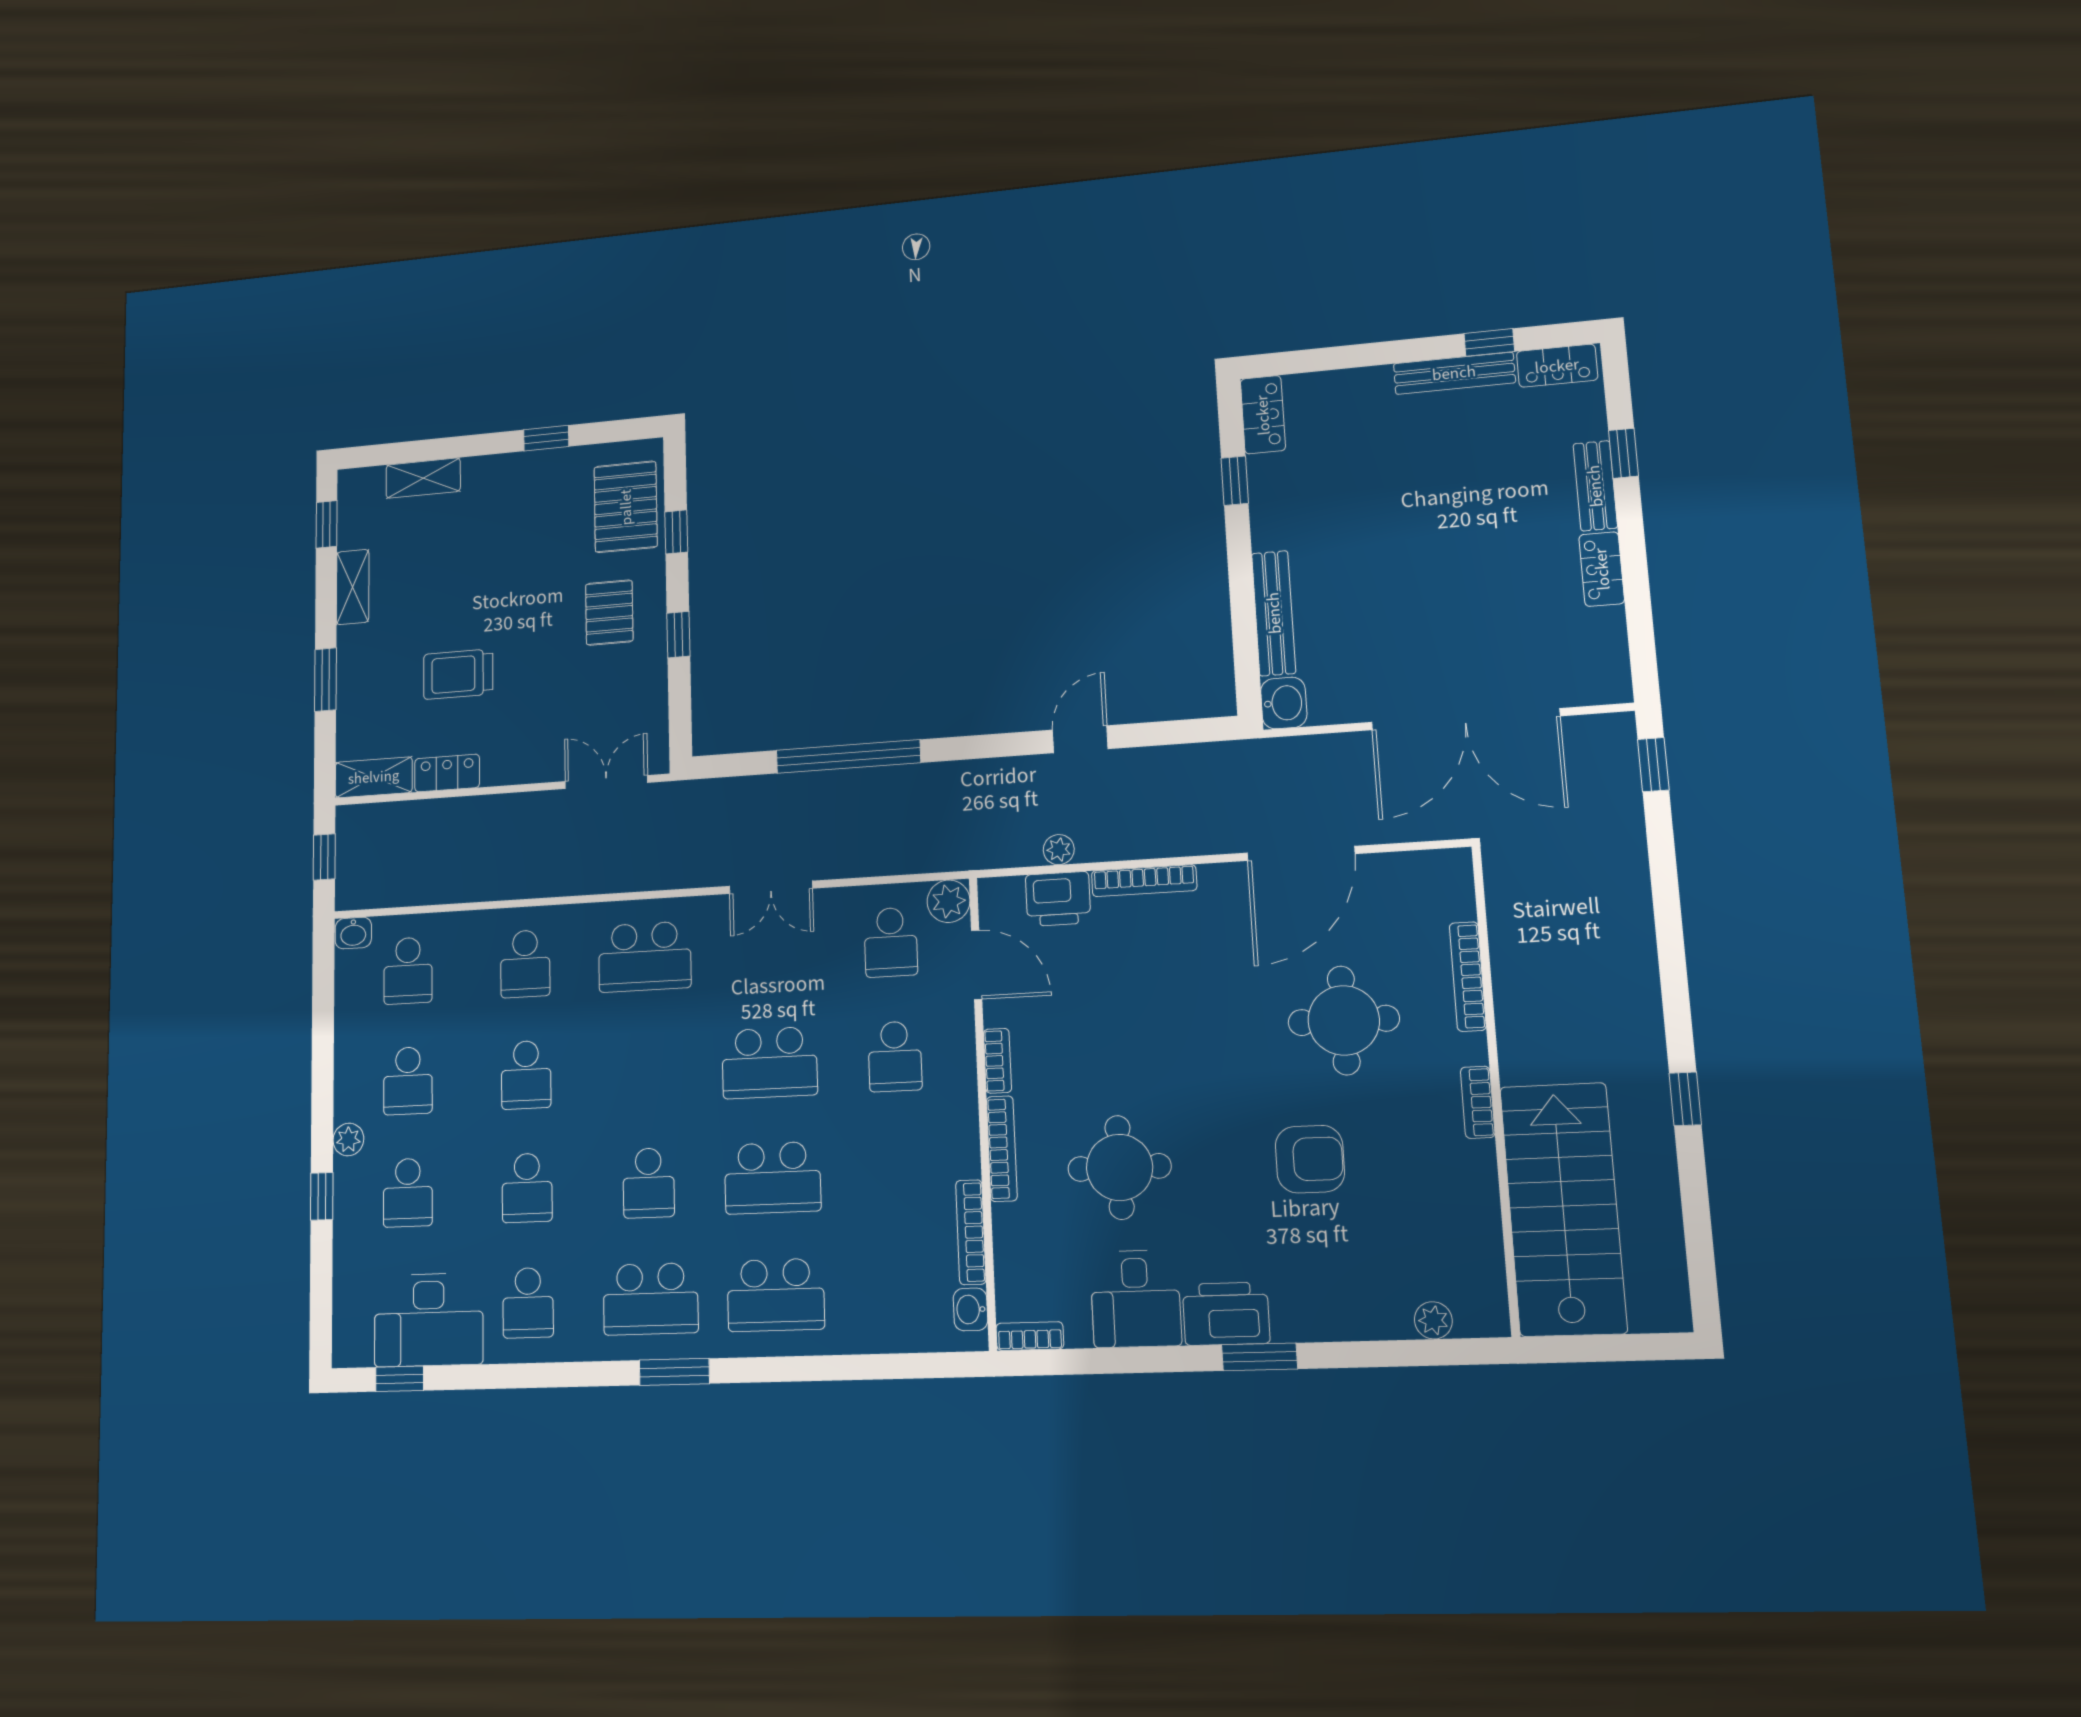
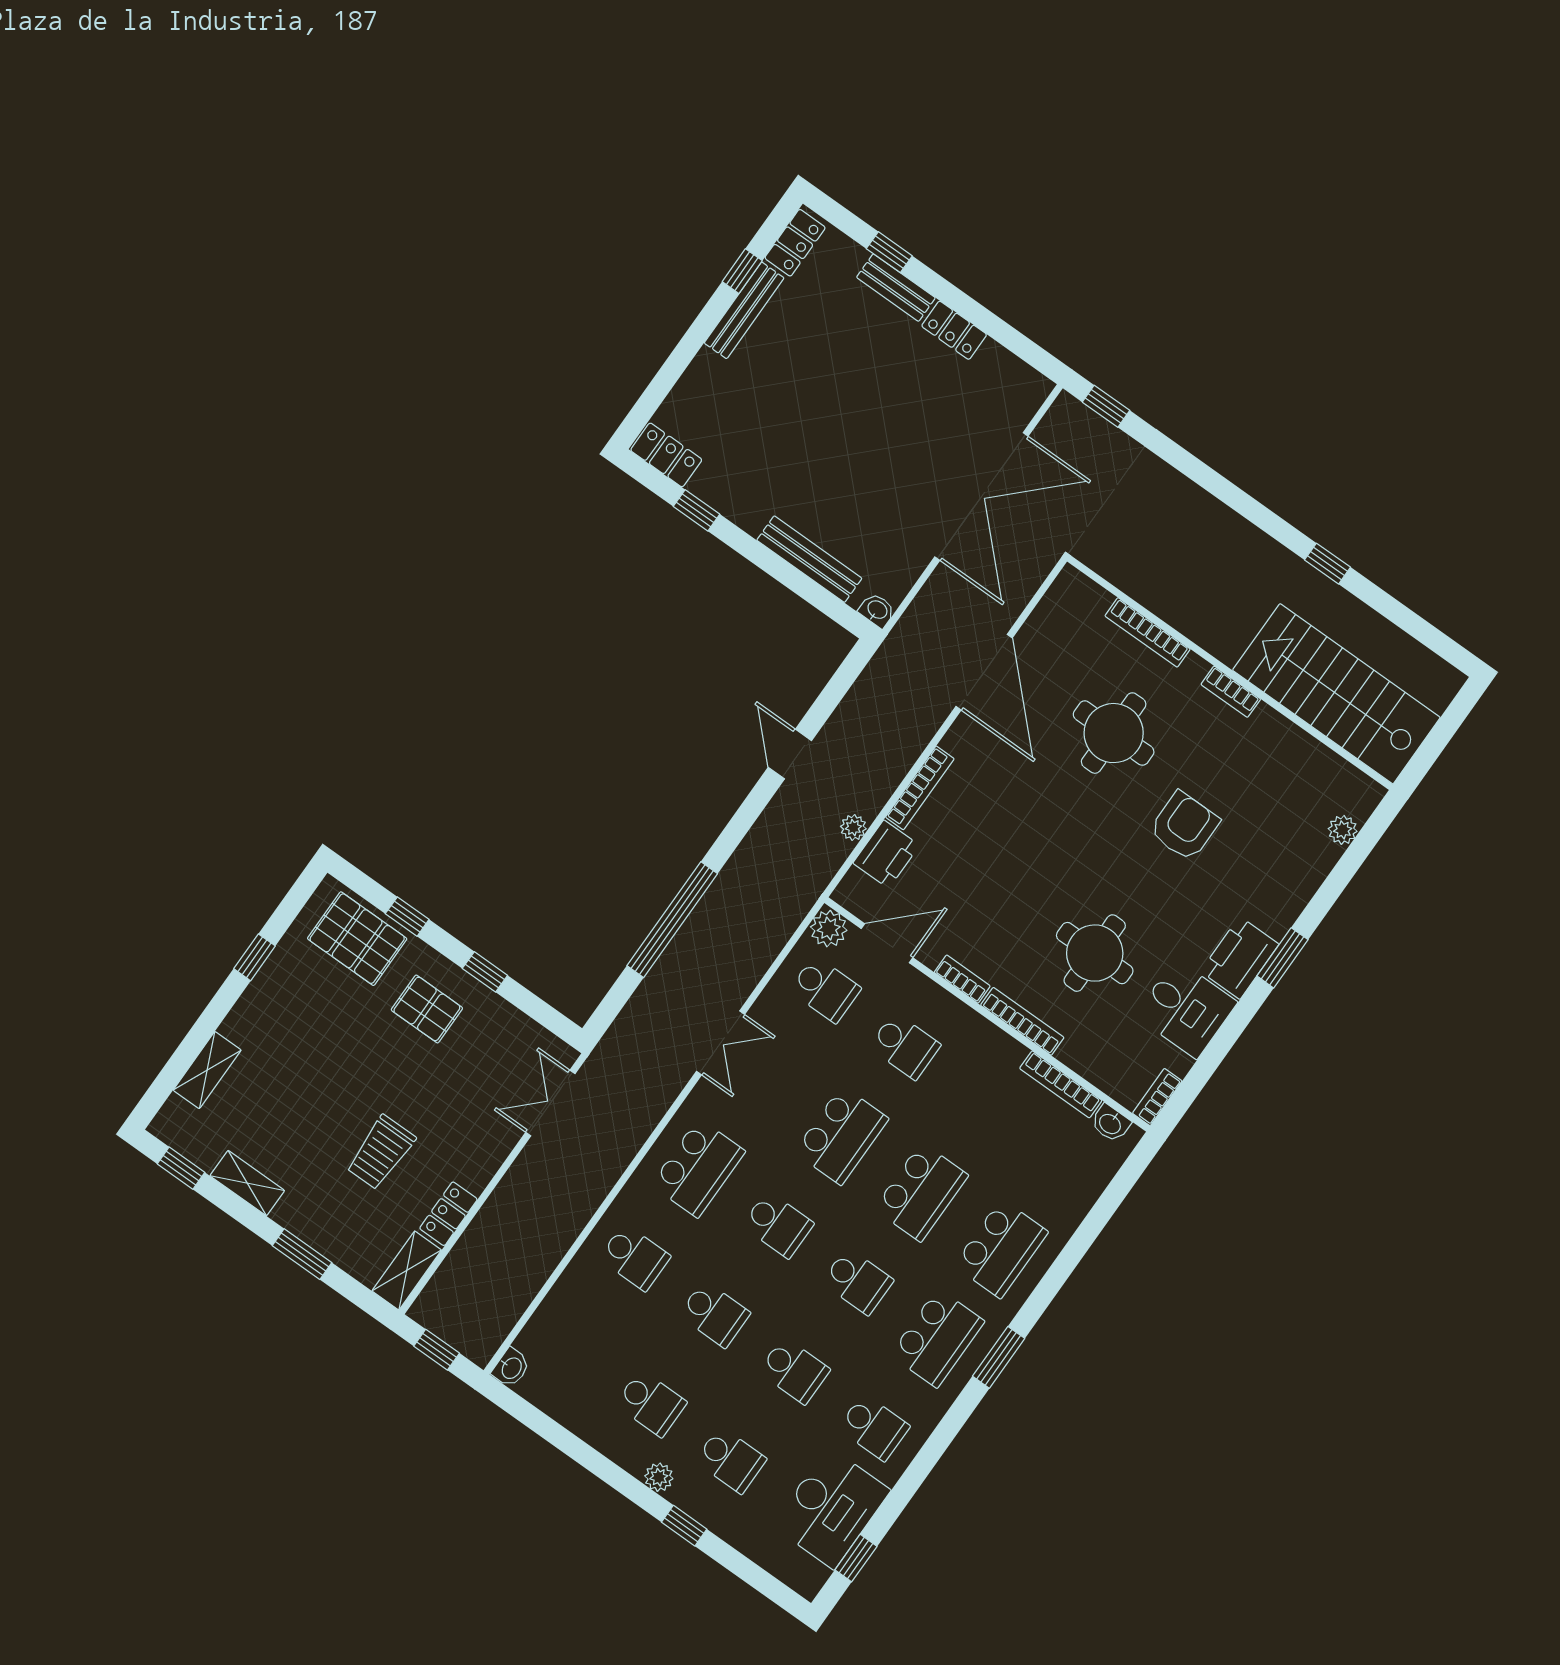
washbasin: (1284, 703) -> (877, 610), width x0.72, depth x0.69
school desk: (408, 971) -> (778, 1225), moved

